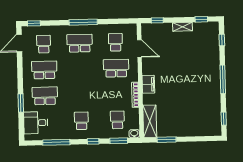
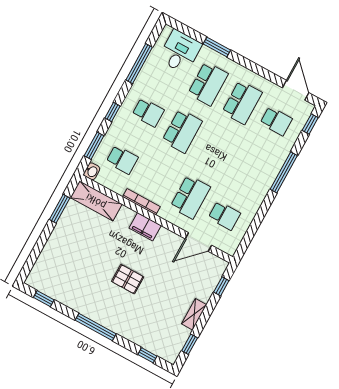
window: (83, 22) -> (284, 172), moved
school desk: (80, 43) -> (182, 131), moved
pallet: (184, 77) -> (128, 279), added

